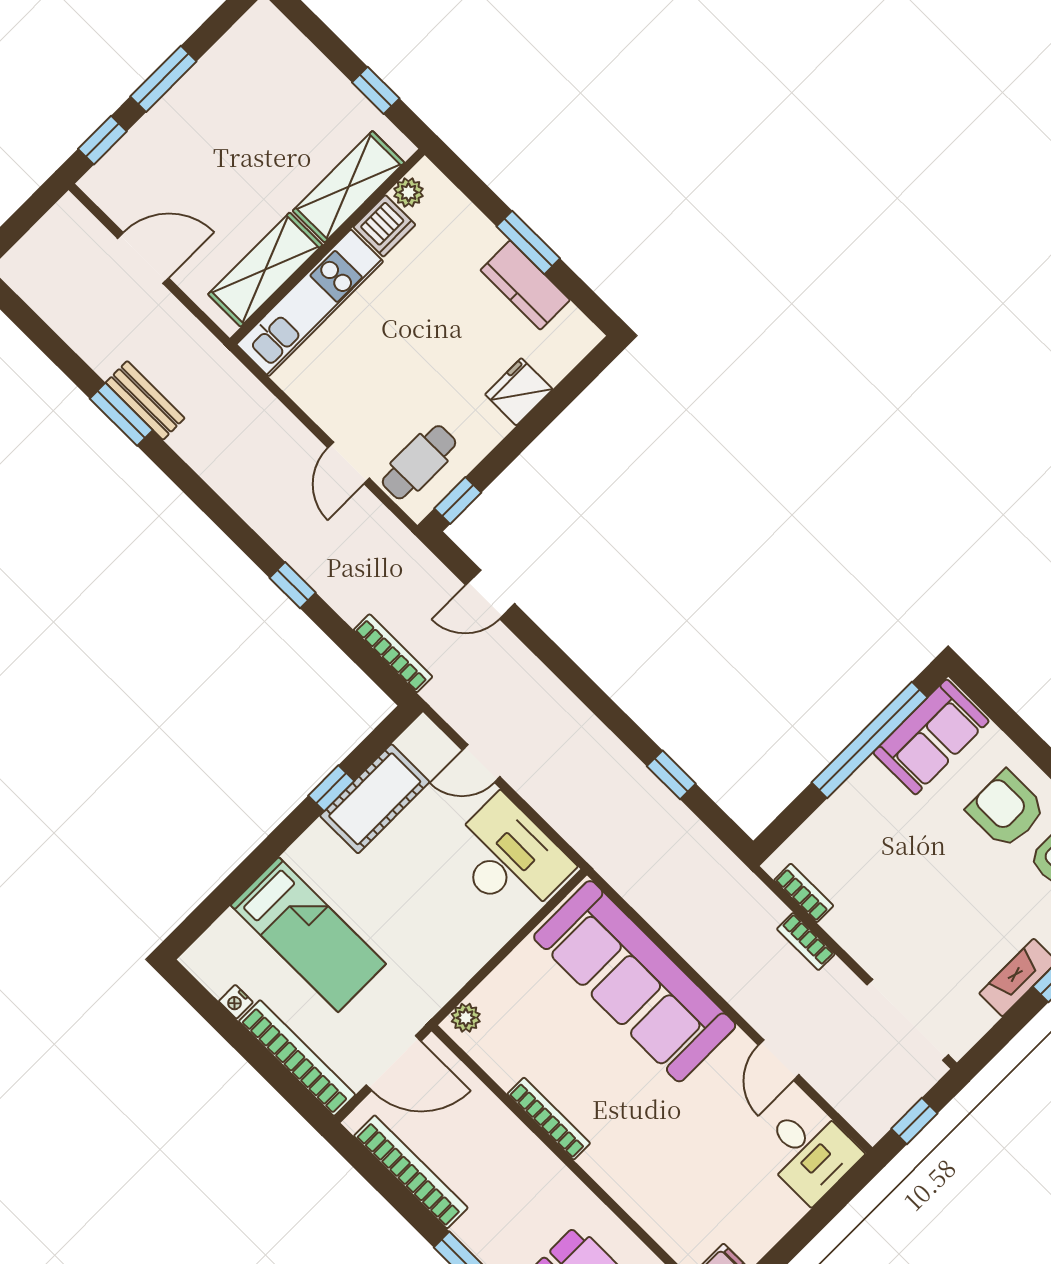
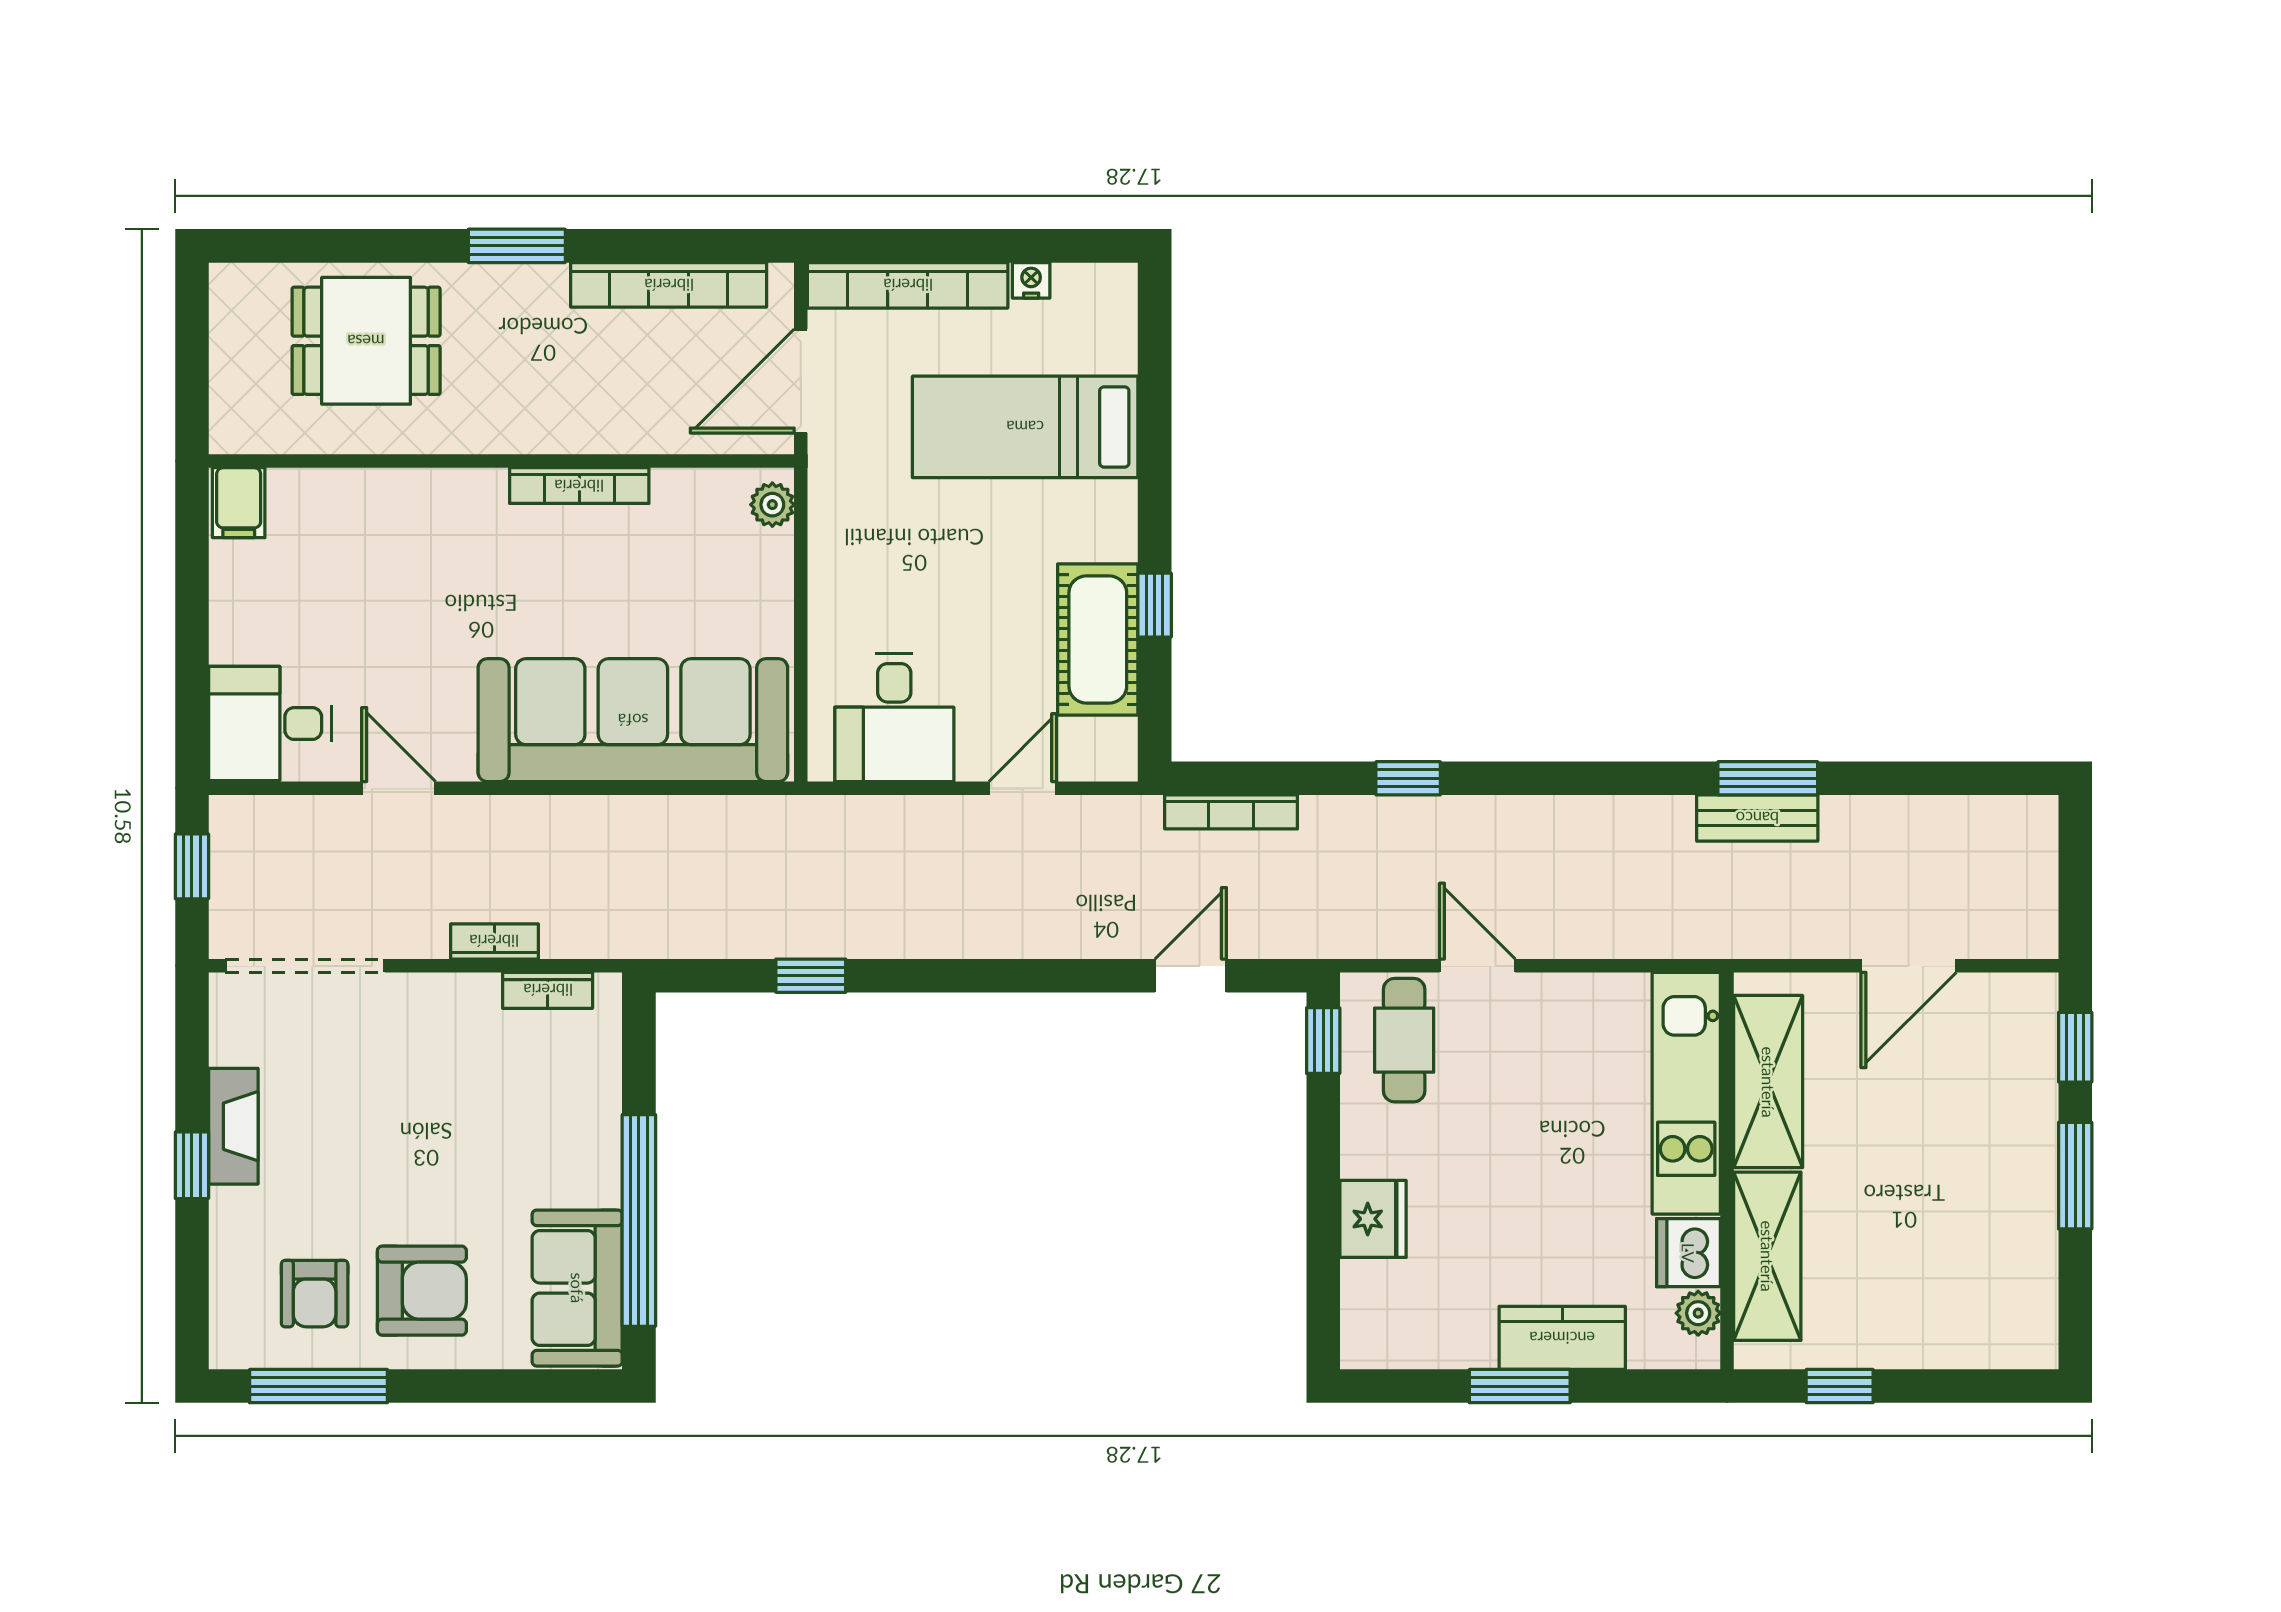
kitchen counter: (525, 285) -> (1562, 1338), moved
desk: (509, 858) -> (894, 717), width x0.73

